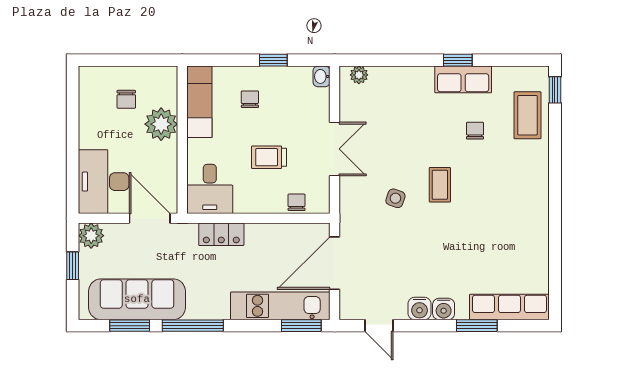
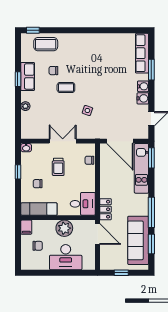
plant: (359, 75) -> (25, 106), moved
filing cabinet: (163, 77) -> (26, 227), added
plant: (161, 124) -> (64, 228), moved
trolley: (269, 157) -> (58, 167), moved
desk: (104, 182) -> (66, 257), moved
coffee table: (440, 185) -> (66, 87), moved
door: (150, 218) -> (97, 234), swing flipped
locker: (221, 234) -> (105, 209), moved
plant: (91, 236) -> (106, 263), removed

